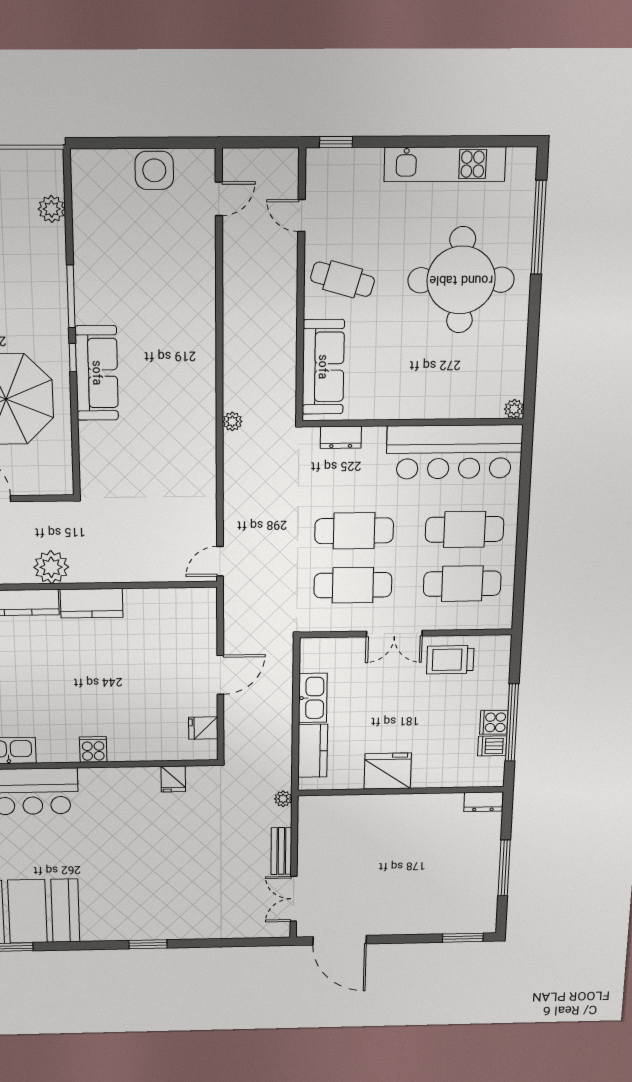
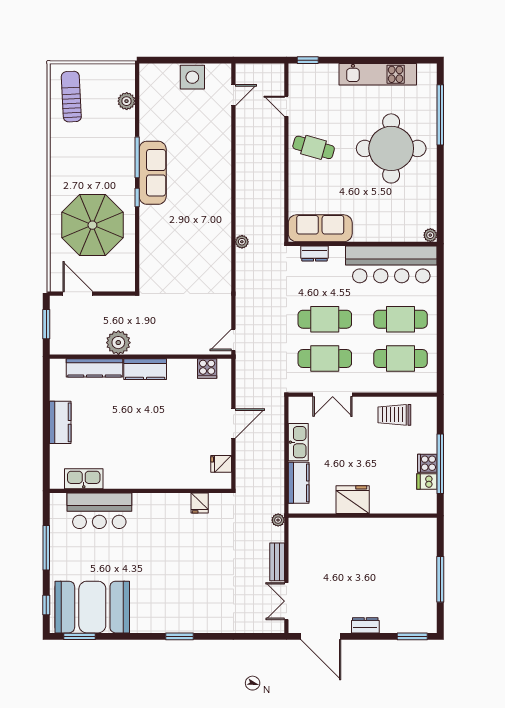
sofa: (323, 367) -> (320, 228), moved, turned -90
sofa: (97, 373) -> (153, 173), moved
double door: (394, 634) -> (333, 395), moved
cooker: (93, 749) -> (207, 368), moved, turned 180
dresser: (483, 802) -> (365, 625), moved, turned 180

